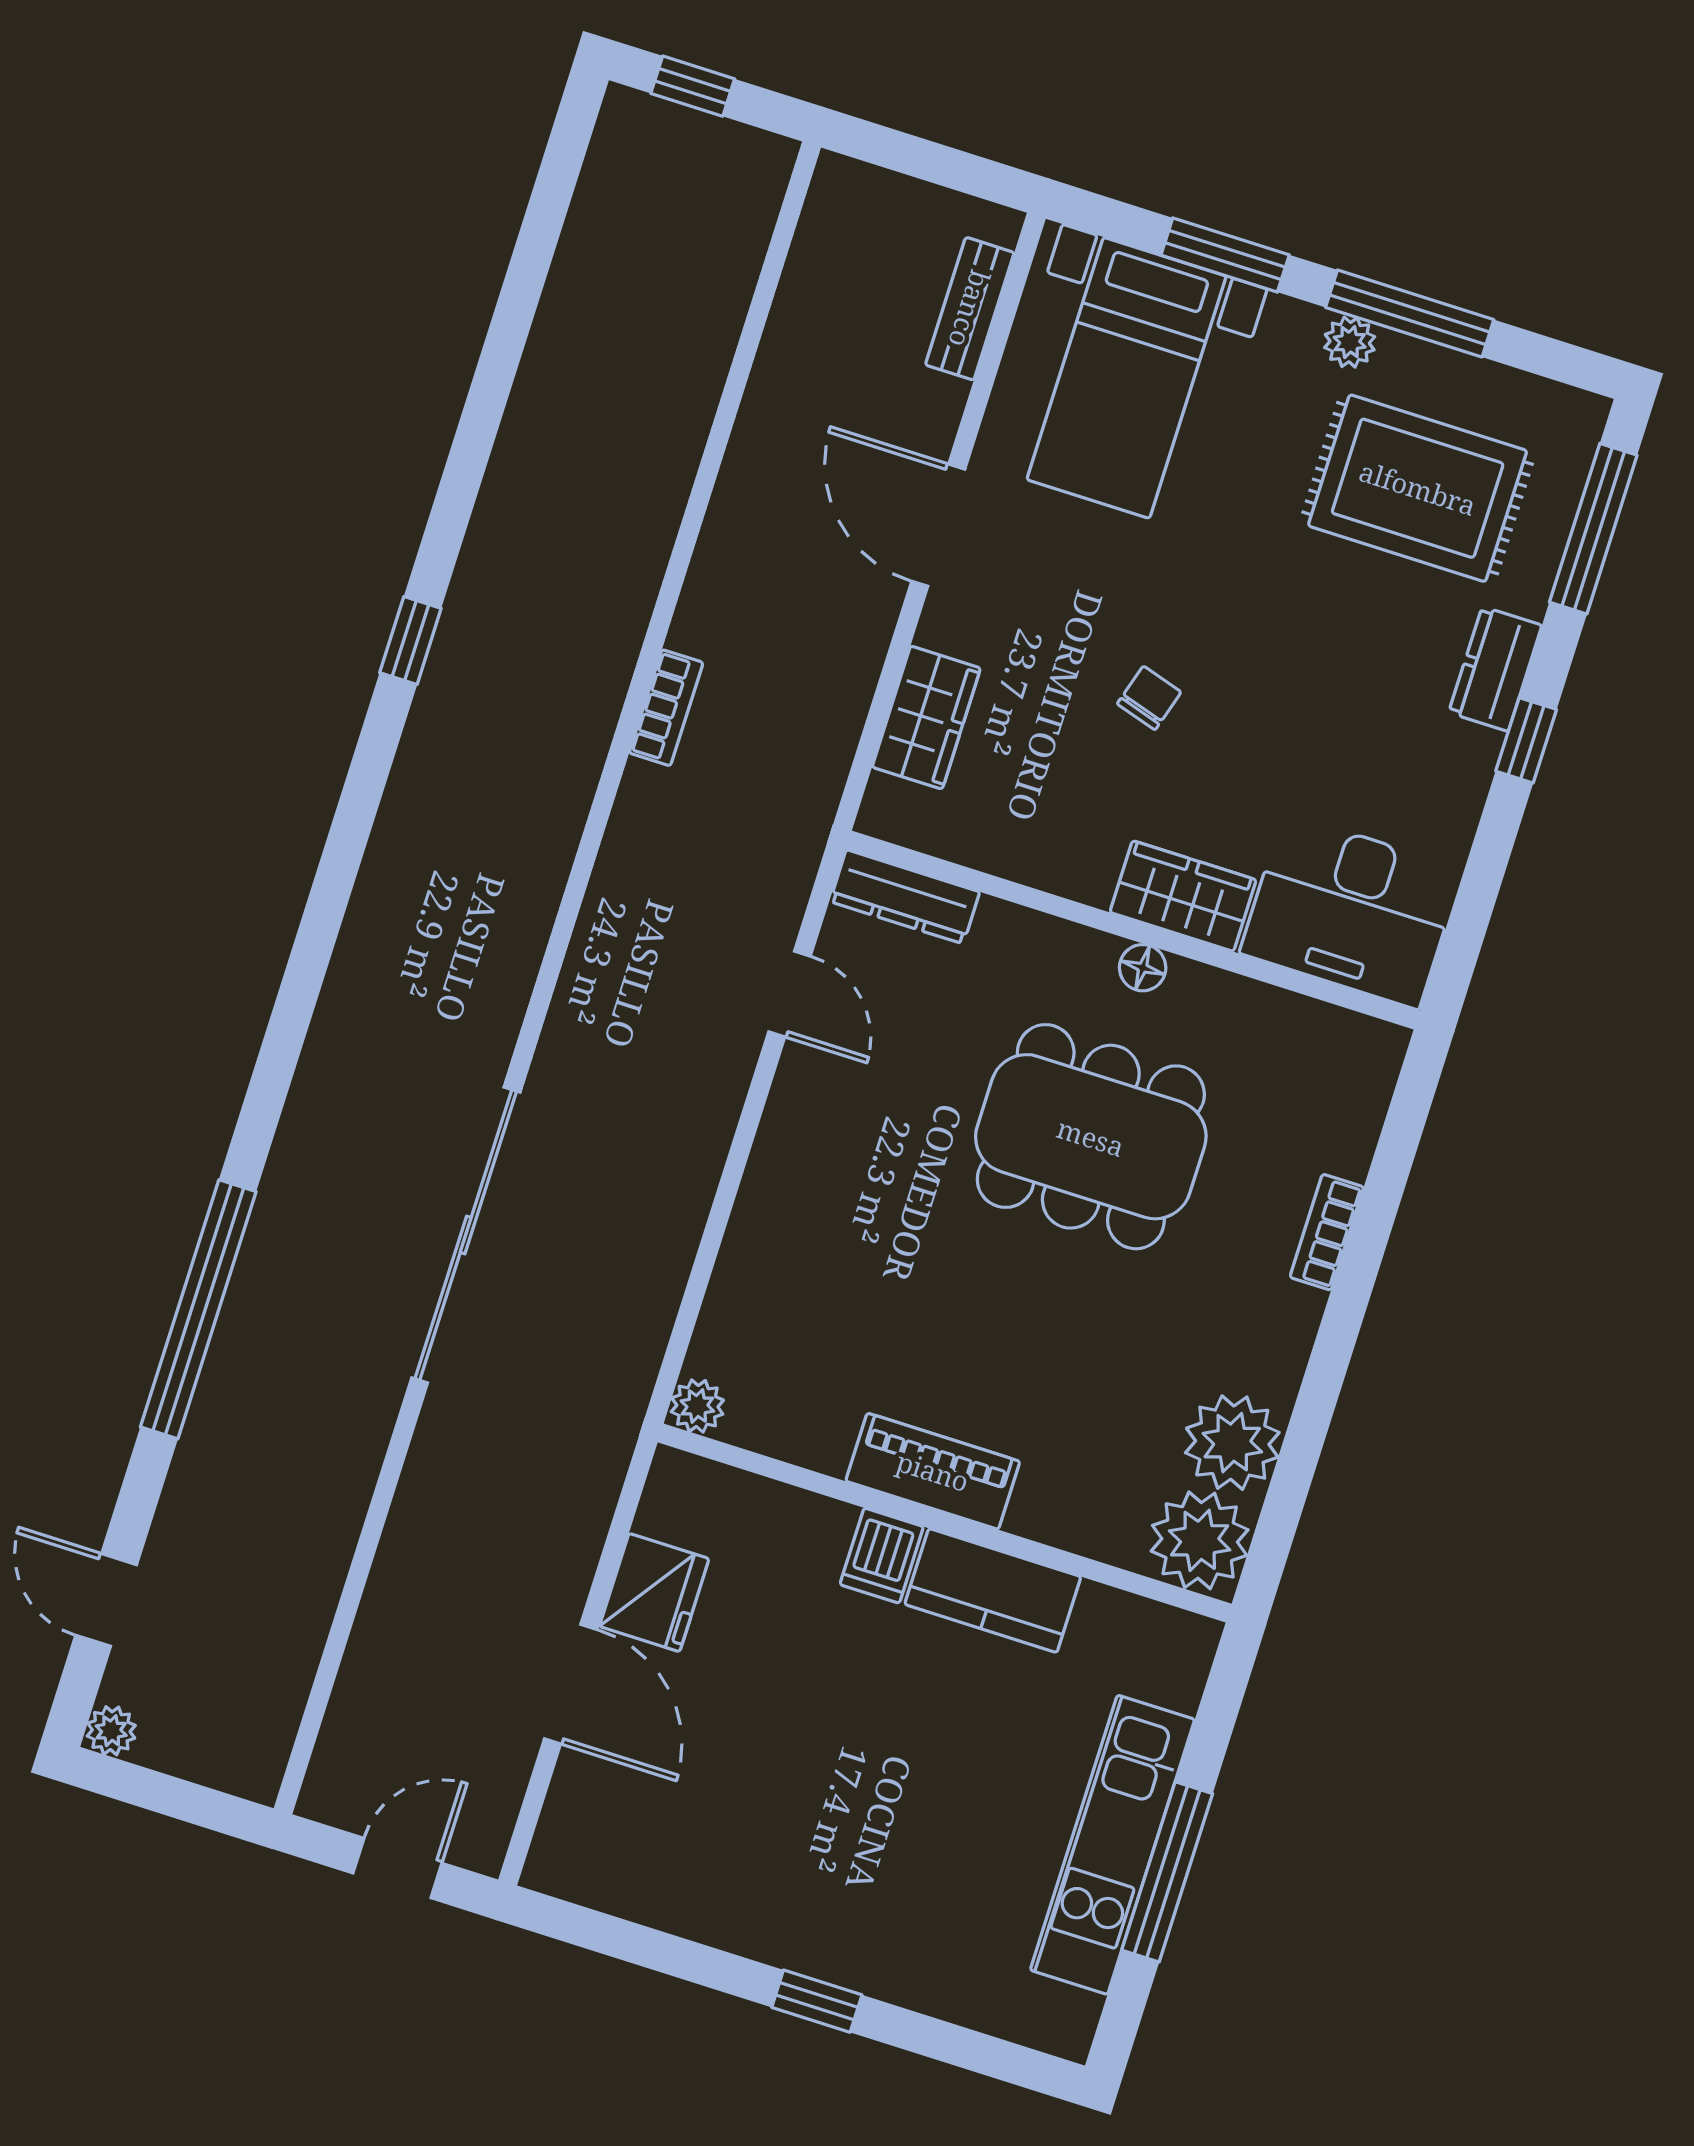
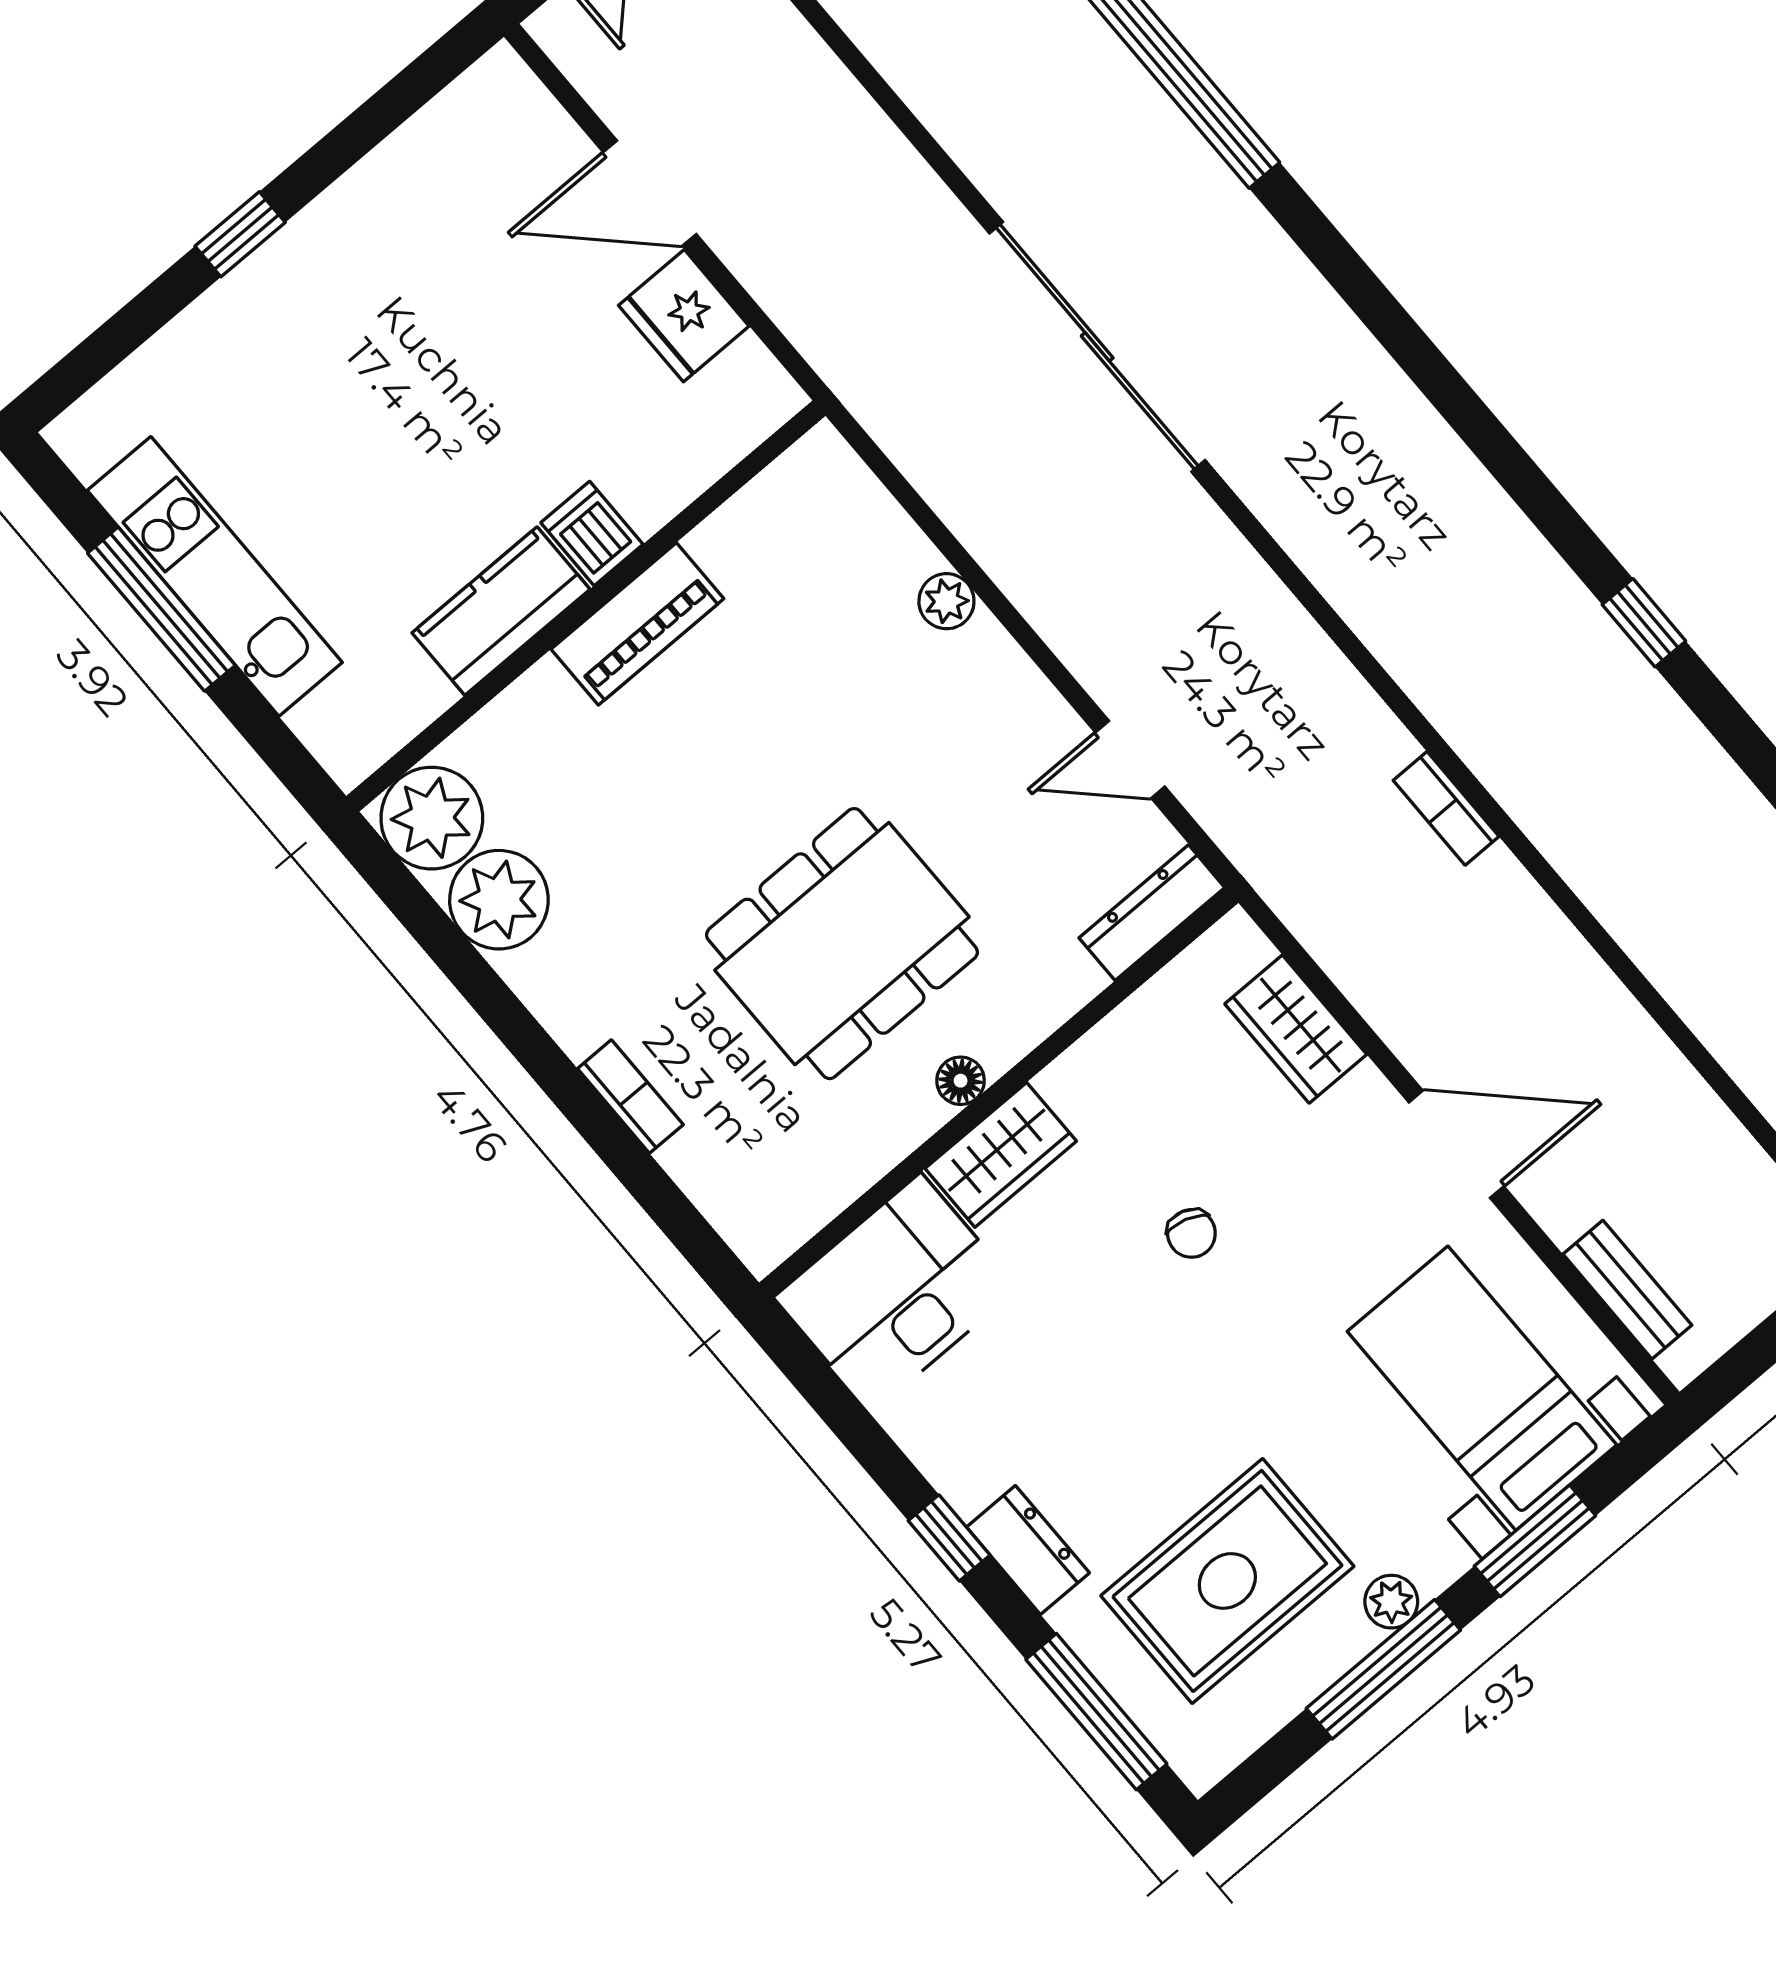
plant: (697, 1406) -> (946, 601), moved

